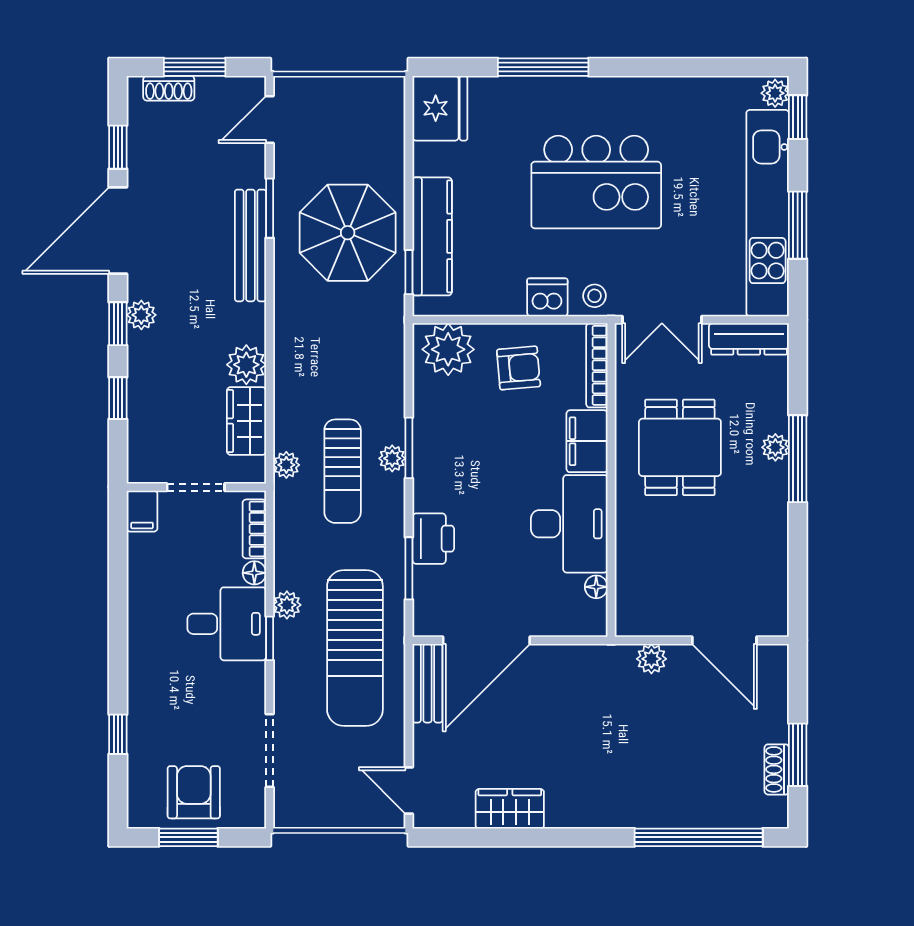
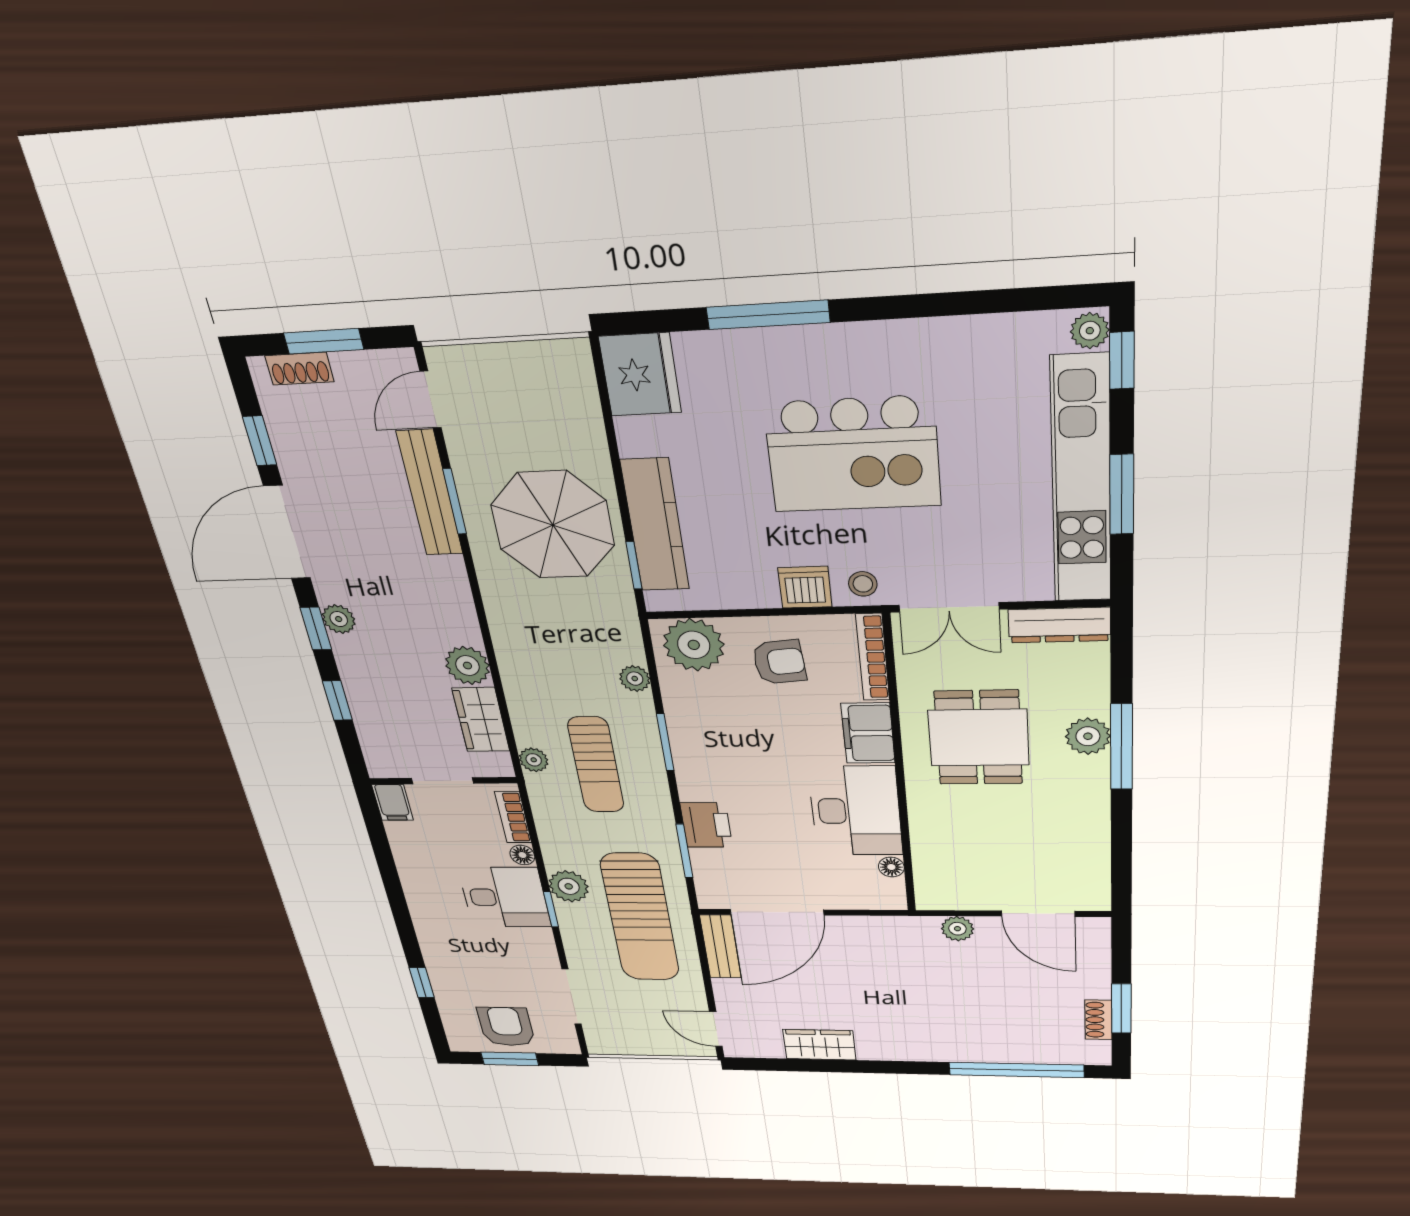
bench: (250, 245) -> (430, 493), moved
plant: (775, 447) -> (1088, 736), width x1.38, depth x1.38
plant: (392, 458) -> (635, 679), moved
plant: (287, 605) -> (569, 886), width x1.38, depth x1.38

